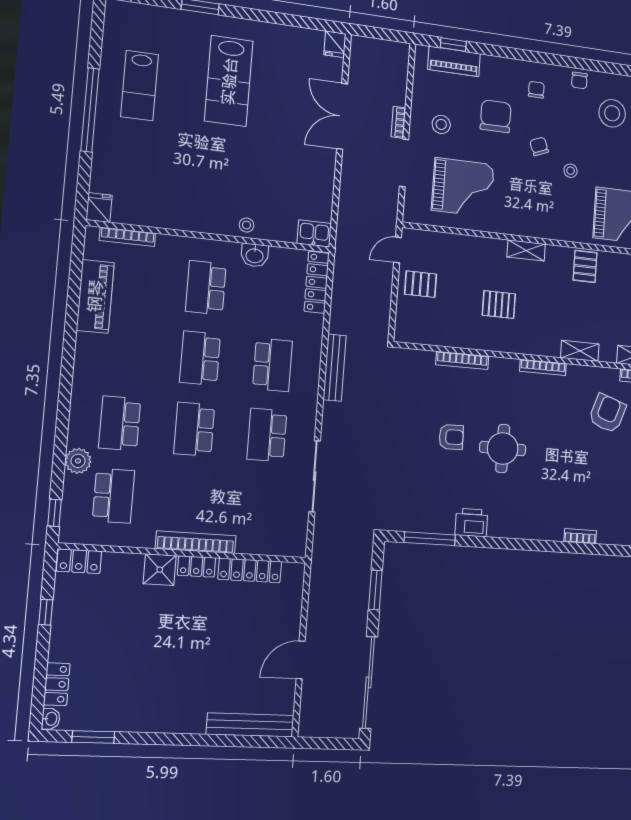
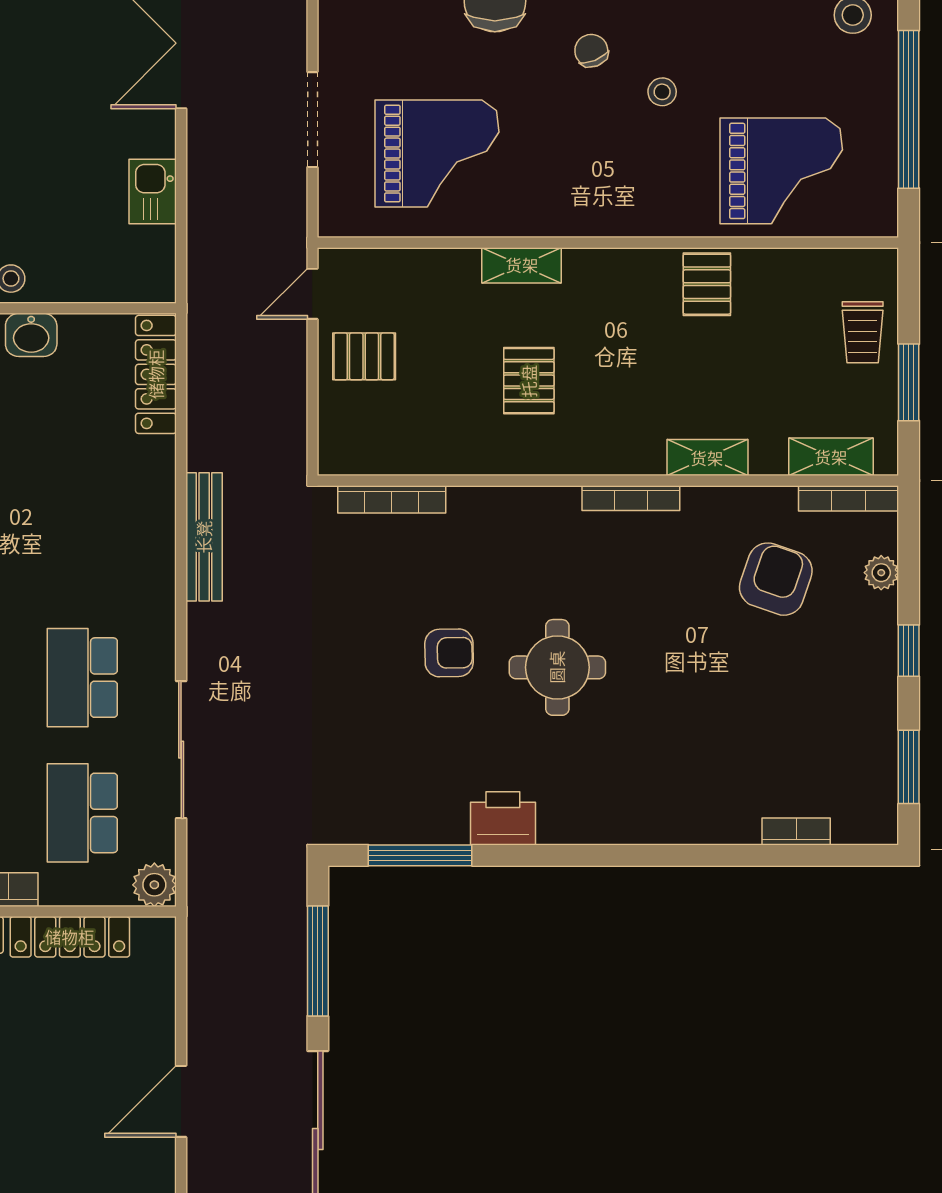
bookcase: (398, 122) -> (295, 40), removed
stool: (441, 124) -> (383, 33), removed
kitchen sink: (314, 233) -> (153, 192), moved, turned -90
shelving: (526, 250) -> (522, 265), moved
pallet: (499, 305) -> (529, 381), turned 90
bookcase: (462, 360) -> (392, 499), moved
school desk: (272, 365) -> (82, 813), moved, turned 180
bookcase: (580, 536) -> (796, 831), moved
plant: (296, 546) -> (154, 885), added
window: (375, 590) -> (318, 961), width x1.44

